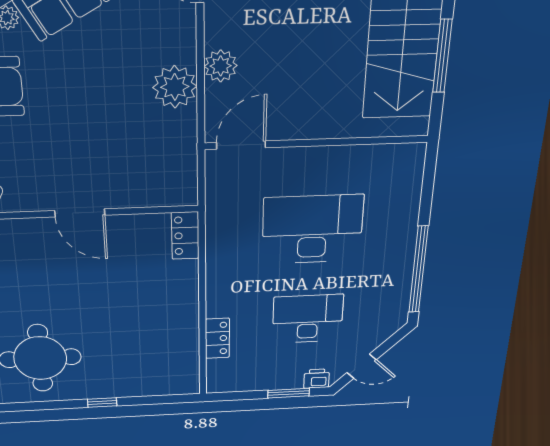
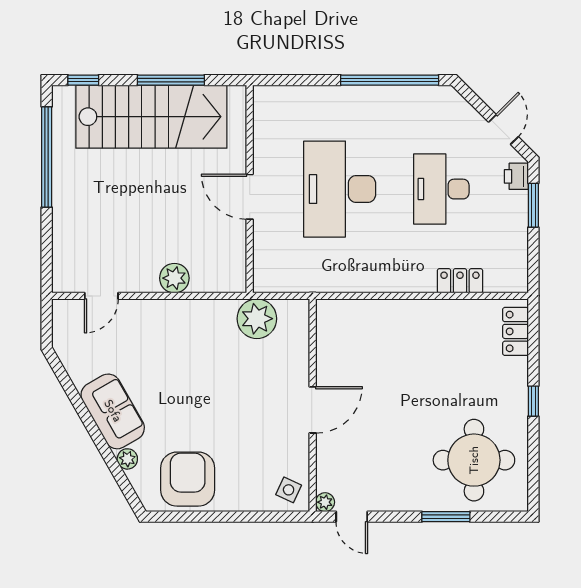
plant: (175, 87) -> (257, 319), moved
door: (241, 145) -> (250, 197), moved
locker: (185, 236) -> (516, 331), moved, turned 90

